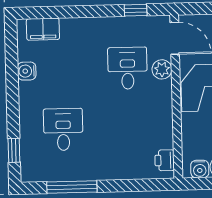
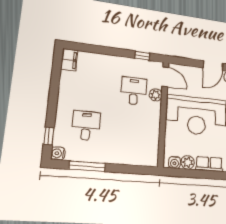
filing cabinet: (43, 29) -> (69, 60), moved, turned -90
water cooler: (27, 71) -> (58, 153), moved
printer: (165, 160) -> (152, 154), removed

